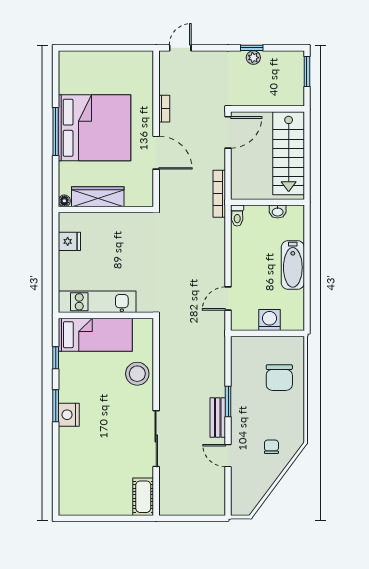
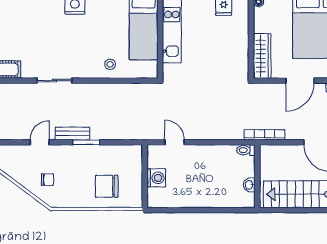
wardrobe: (98, 197) -> (262, 56), moved
bathtub: (293, 265) -> (203, 198), removed
stool: (137, 374) -> (110, 64), width x0.53, depth x0.53
sliding door: (156, 439) -> (54, 81), width x0.73

